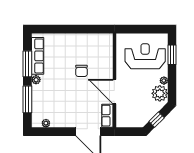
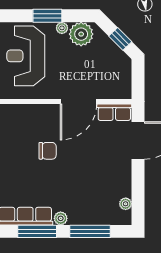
window: (172, 55) -> (47, 16), moved

